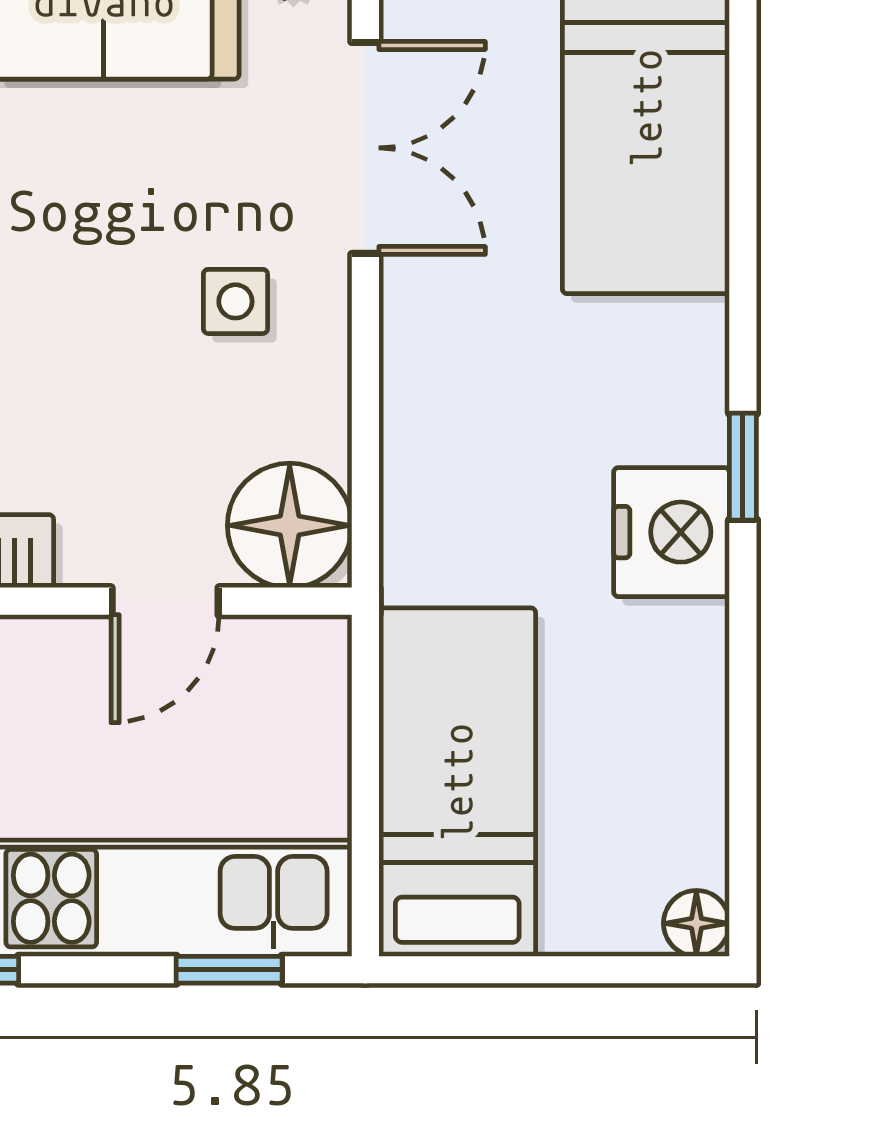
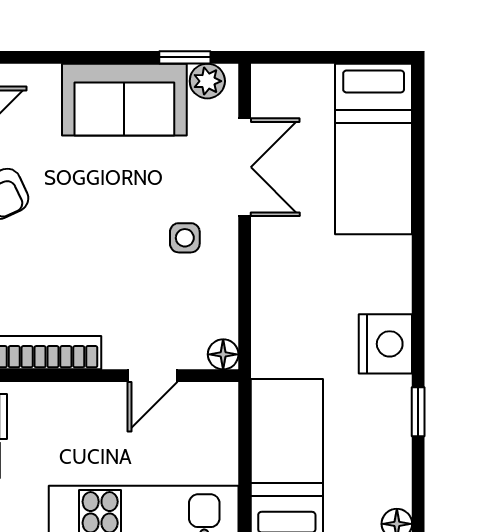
window: (743, 467) -> (418, 412), moved
floor lamp: (290, 525) -> (223, 354), width x0.53, depth x0.53

